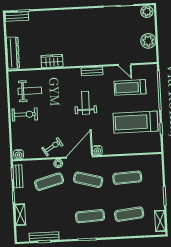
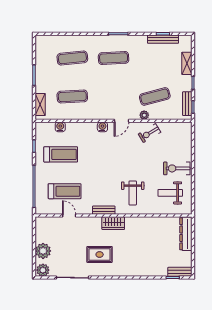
rug: (94, 29) -> (100, 254), added
plant: (148, 41) -> (43, 251), moved
wardrobe: (52, 61) -> (113, 223), moved
weight bench: (86, 103) -> (133, 193), moved
treadmill: (136, 122) -> (61, 154), width x0.73, depth x0.73
water cooler: (19, 154) -> (60, 127), moved
door: (80, 157) -> (121, 121), width x0.53
exercise mat: (88, 180) -> (114, 96), removed
shelving: (160, 221) -> (40, 104), moved

